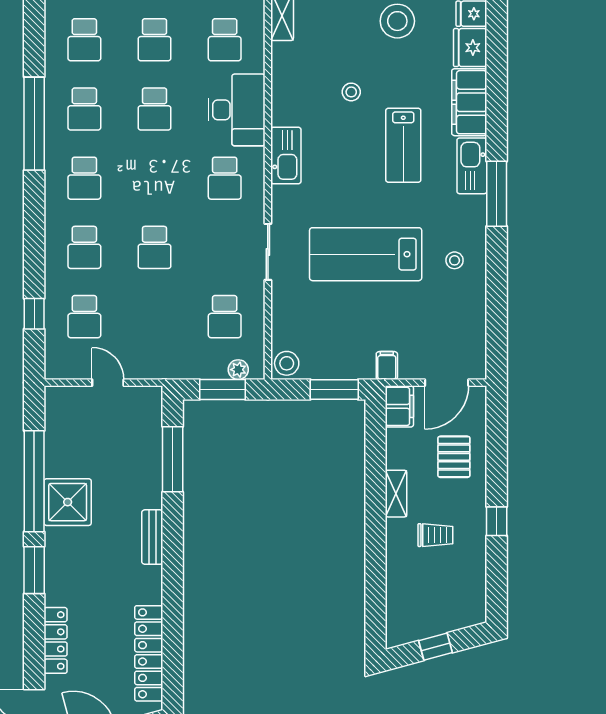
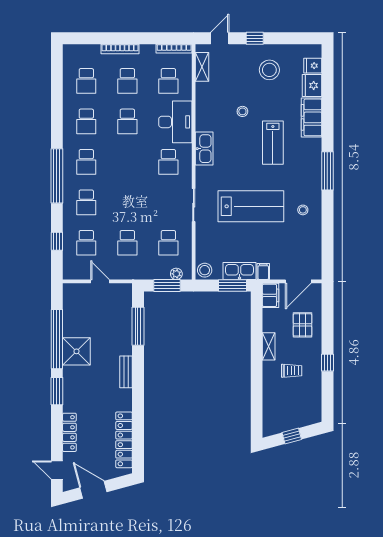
window: (34, 124) -> (57, 176), moved
kitchen sink: (472, 166) -> (239, 271), moved, turned 90
school desk: (155, 247) -> (127, 243), moved
lab bench: (366, 254) -> (251, 206), turned 180

